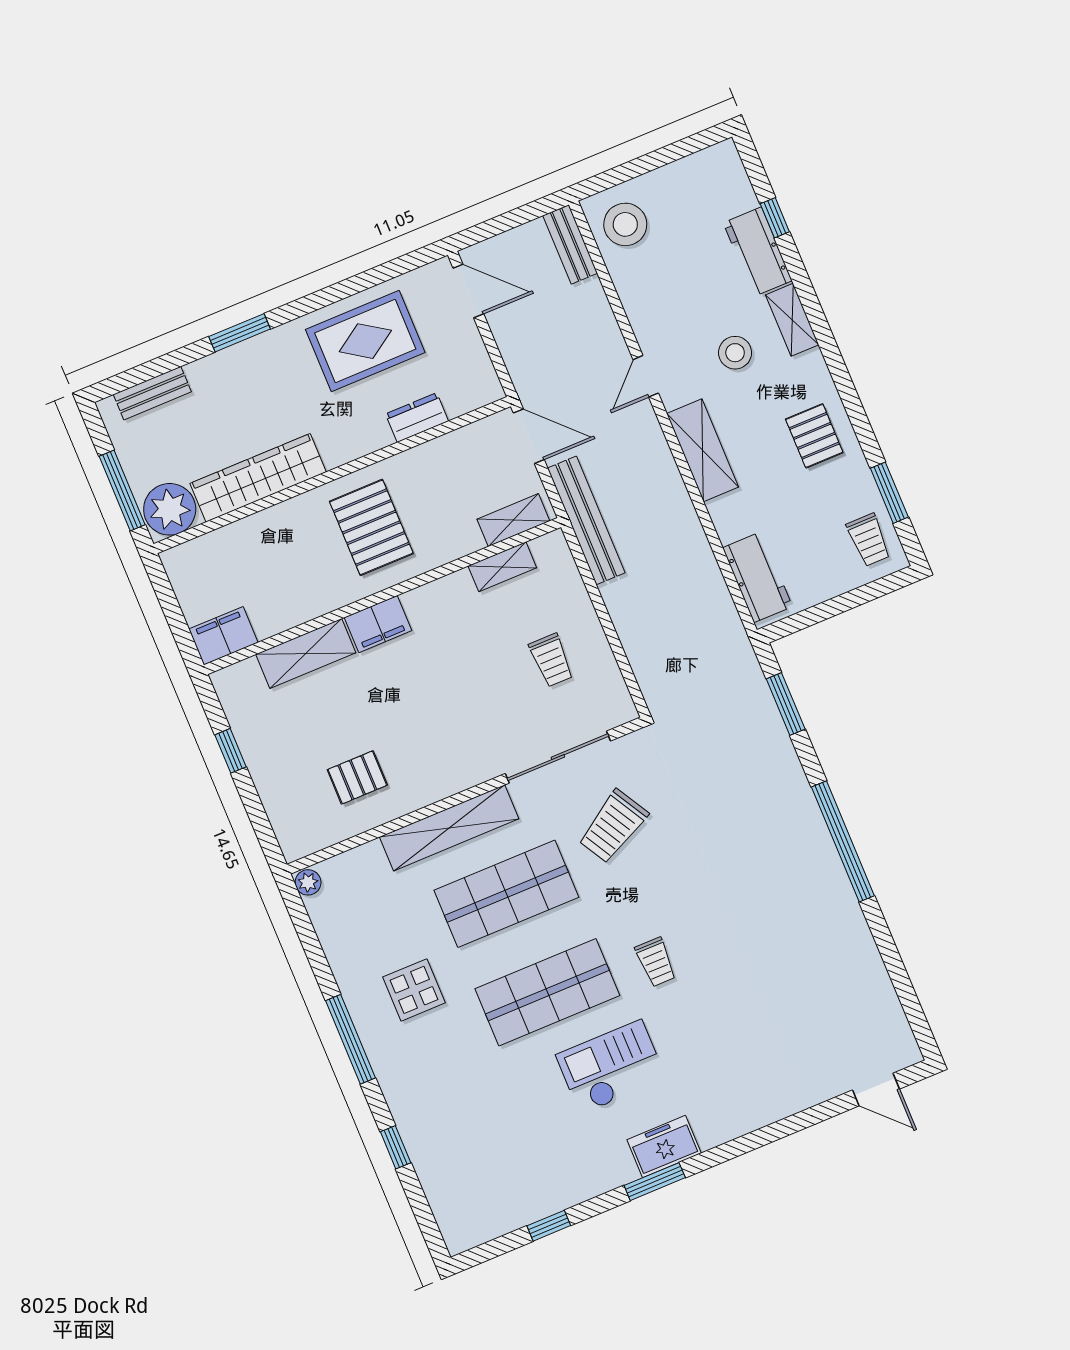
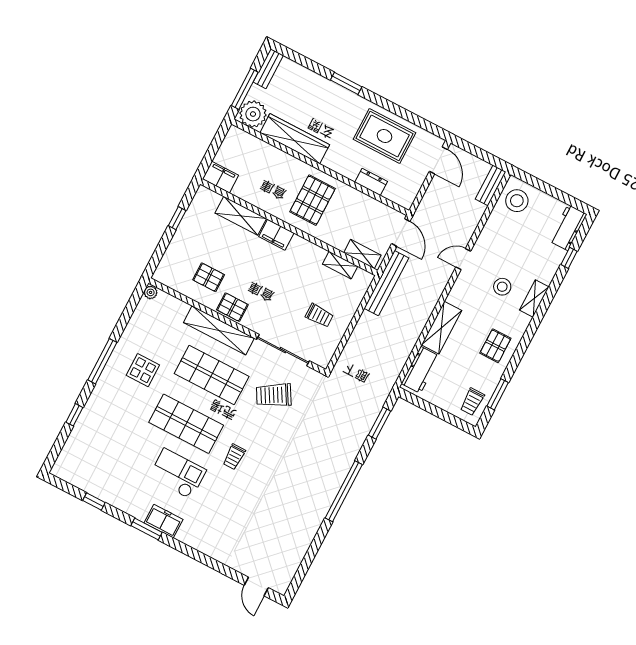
workbench: (758, 252) -> (568, 228), moved
bench: (152, 393) -> (268, 69), moved, turned 90
shelving: (703, 450) -> (441, 328), moved
trolley: (551, 660) -> (319, 315), turned -90
pallet: (431, 779) -> (232, 307), added

